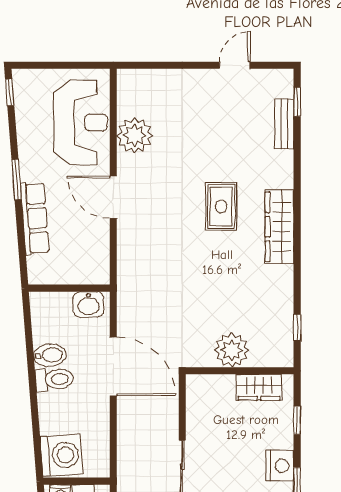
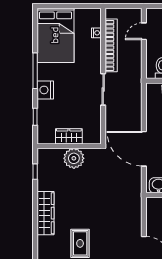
wardrobe: (279, 227) -> (46, 213), moved
wardrobe: (259, 387) -> (69, 136), moved

